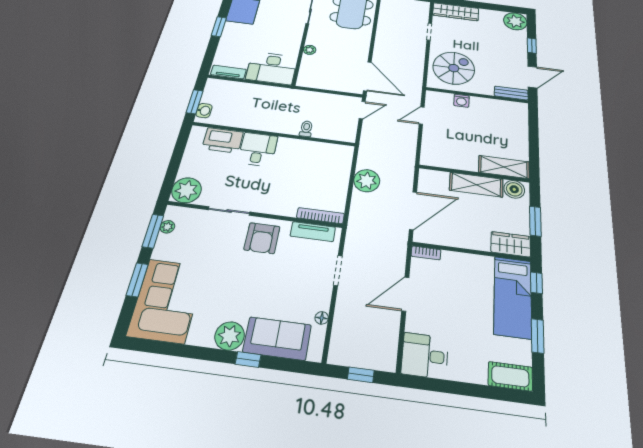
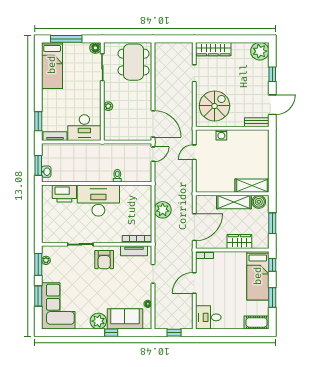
window: (219, 27) -> (38, 121), moved
desk: (258, 149) -> (98, 201), width x1.87, depth x1.30
plant: (187, 190) -> (51, 234), removed
wardrobe: (511, 244) -> (239, 242), moved

